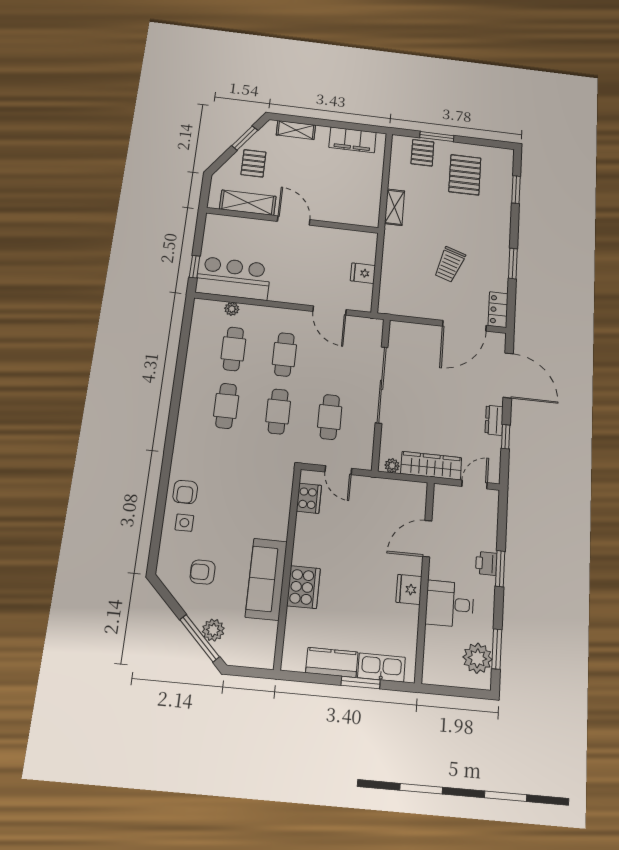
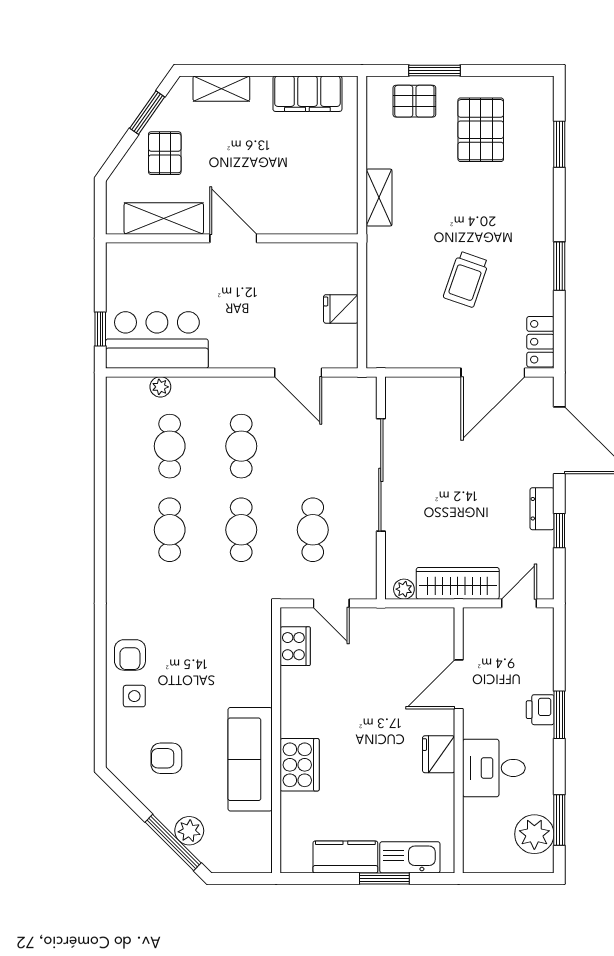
pallet: (422, 153) -> (414, 101), turned 90

